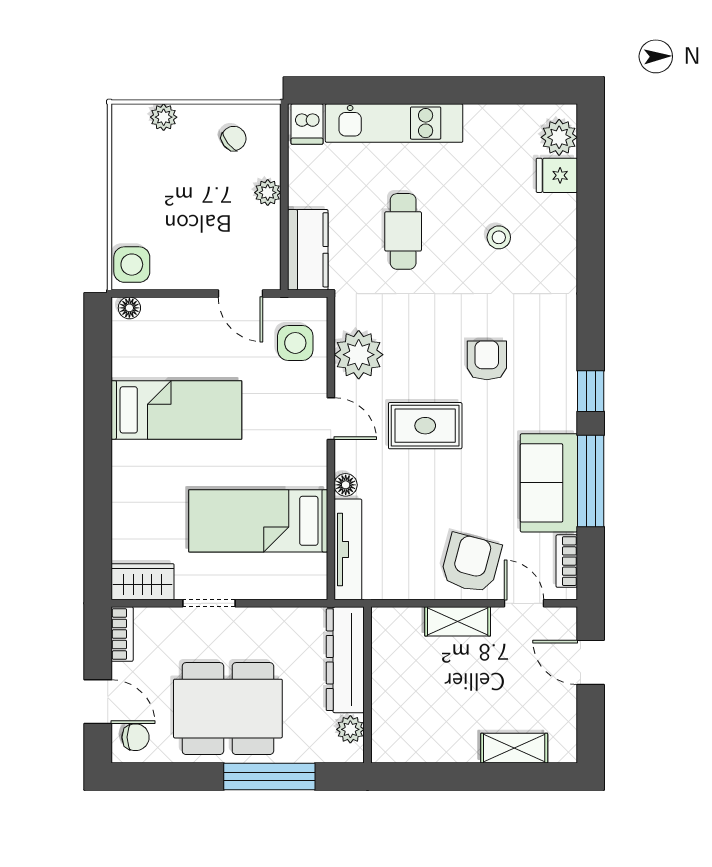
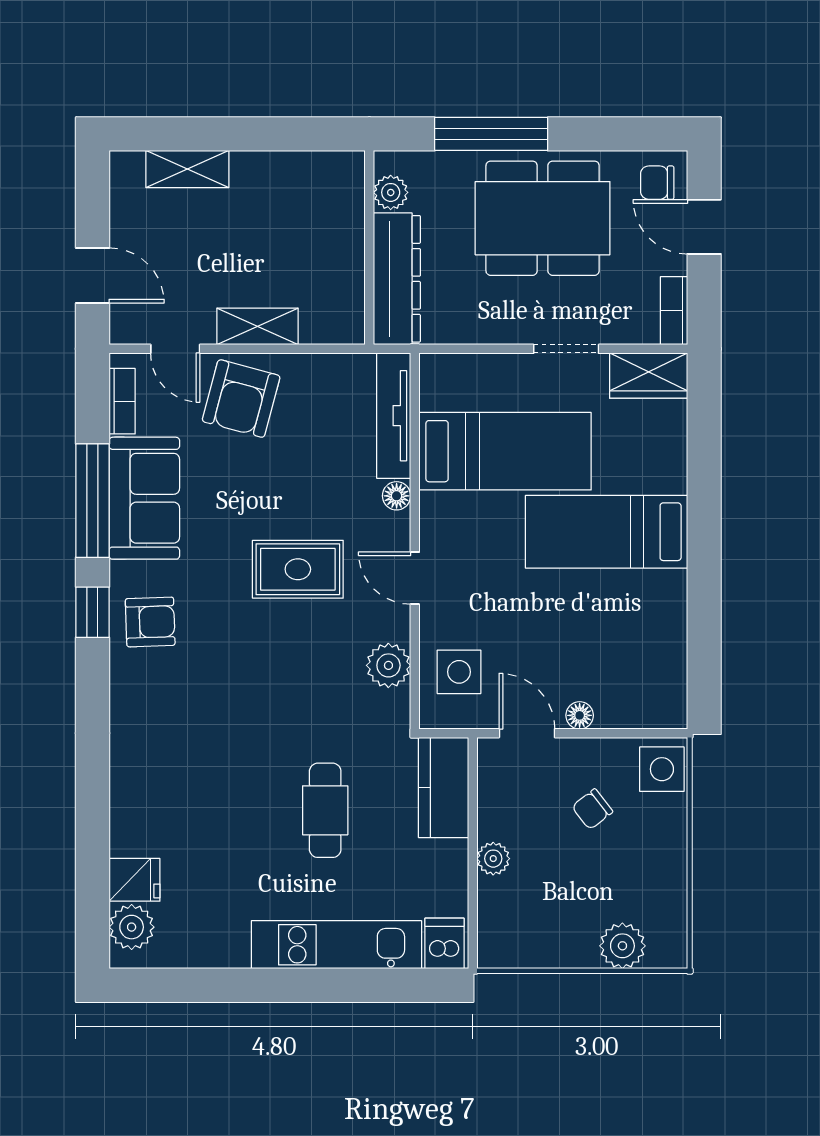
plant: (164, 117) -> (622, 946), width x1.38, depth x1.38
chair: (234, 138) -> (592, 809), moved
stool: (499, 237) -> (206, 803), removed
floor lamp: (129, 308) -> (580, 715), moved
plant: (359, 355) -> (388, 665), width x0.73, depth x0.73
armchair: (487, 360) -> (150, 622), moved, turned -92
bed: (176, 410) -> (607, 532), moved

